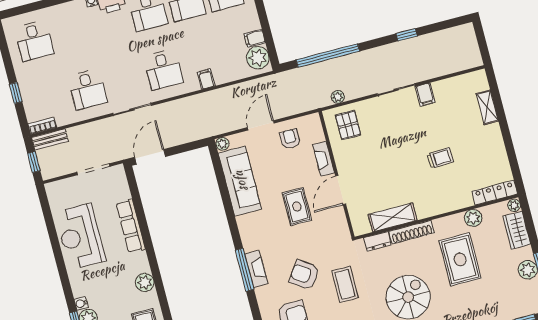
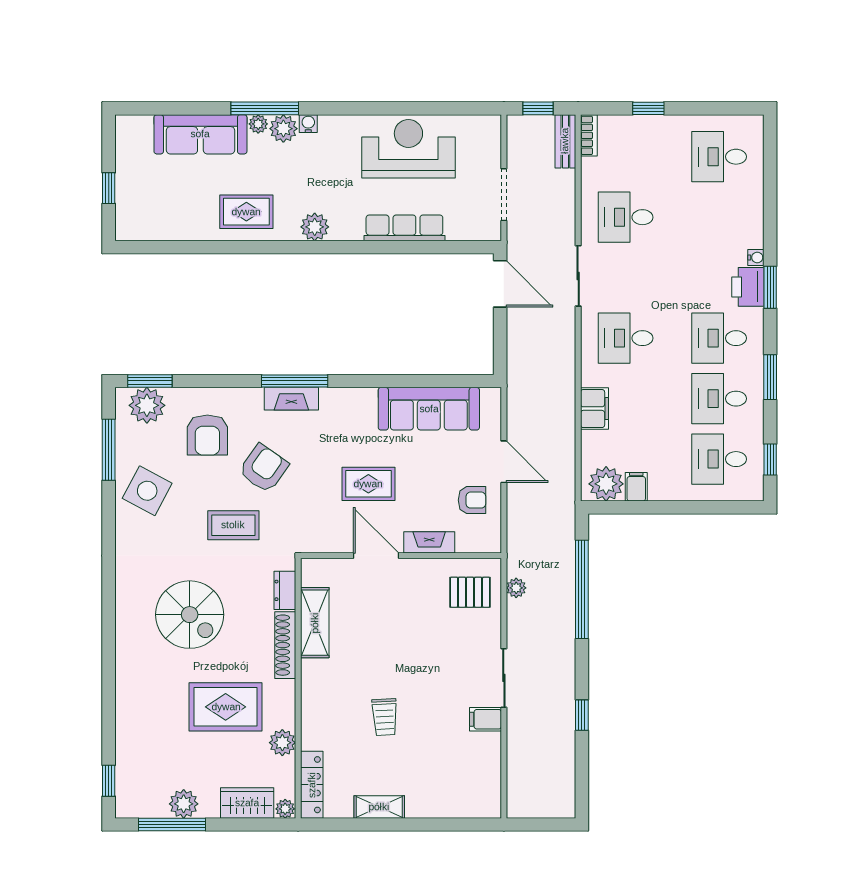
filing cabinet: (206, 79) -> (595, 409), width x2.00
shelving: (487, 107) -> (379, 807), moved
plant: (222, 144) -> (491, 397), removed

